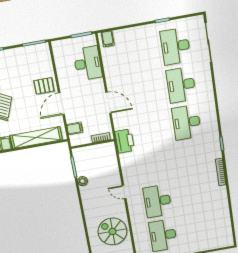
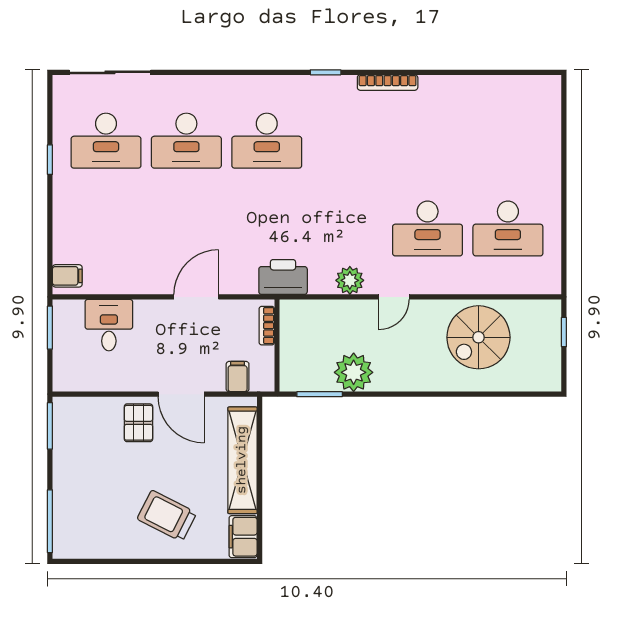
desk: (88, 63) -> (109, 325), width x0.73
plant: (128, 171) -> (350, 280), added
plant: (82, 181) -> (354, 372), width x1.87, depth x1.87

